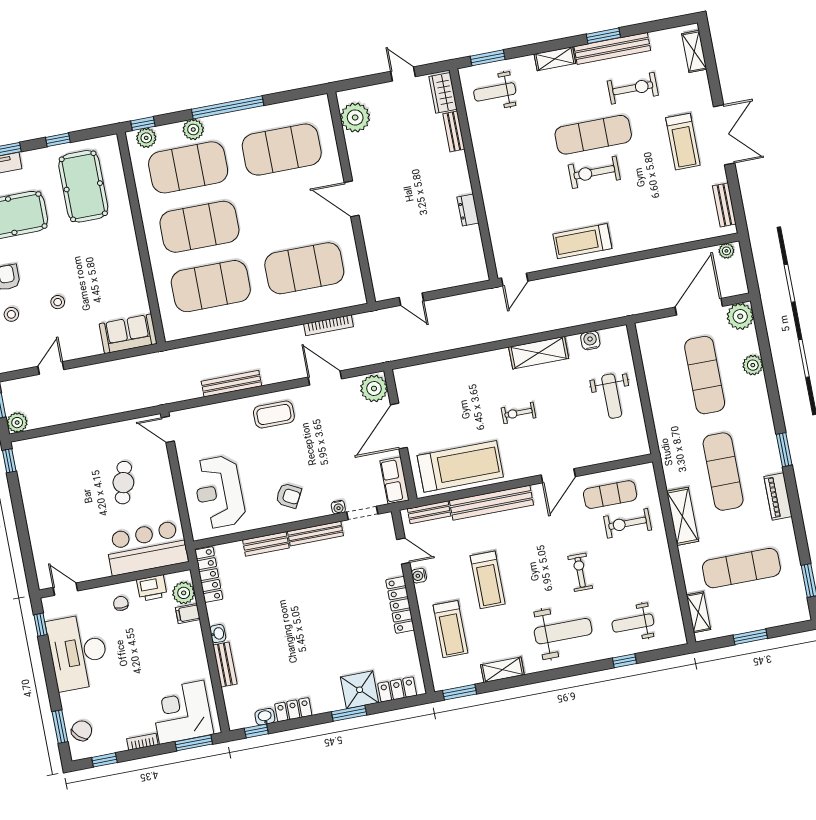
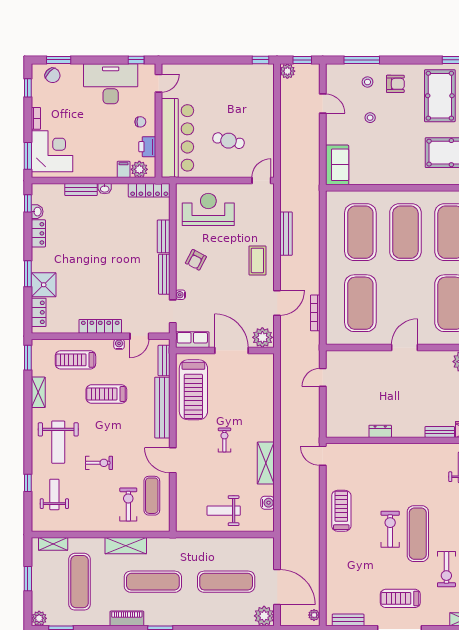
plant: (753, 365) -> (39, 618), moved
bar counter: (146, 548) -> (177, 138), width x1.36

